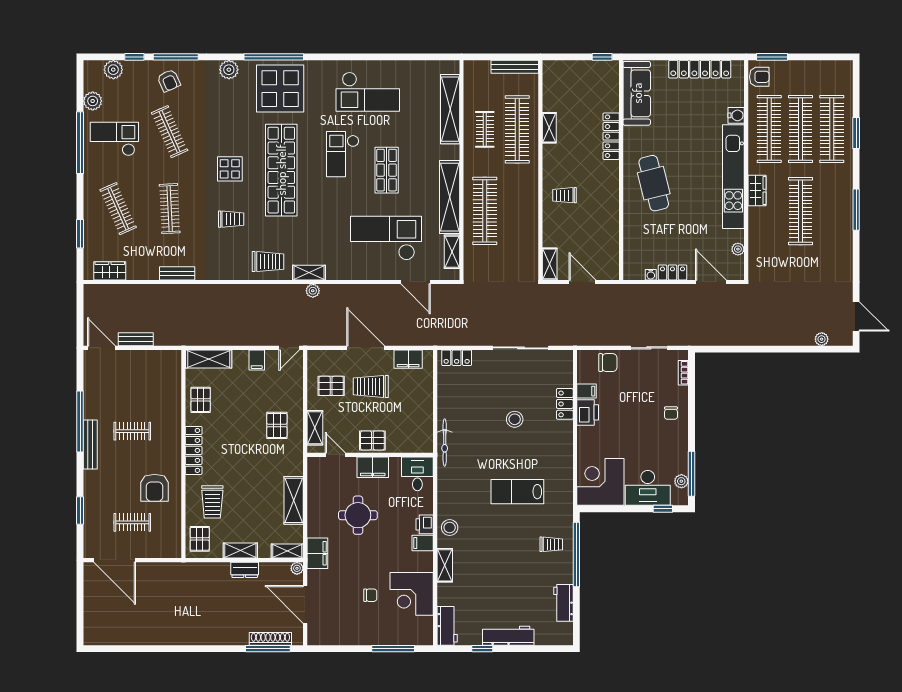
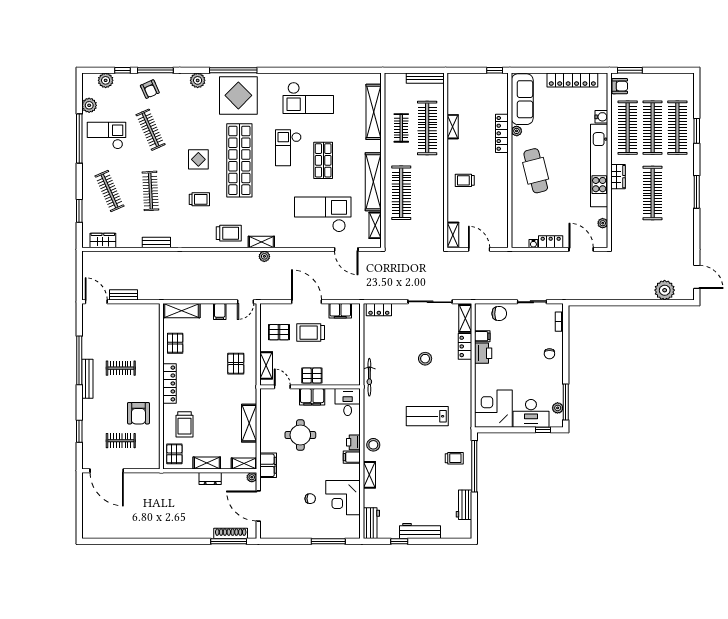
plant: (630, 133) -> (517, 131), added
plant: (822, 339) -> (665, 290), width x1.87, depth x1.87
shelving: (565, 369) -> (465, 318), added

